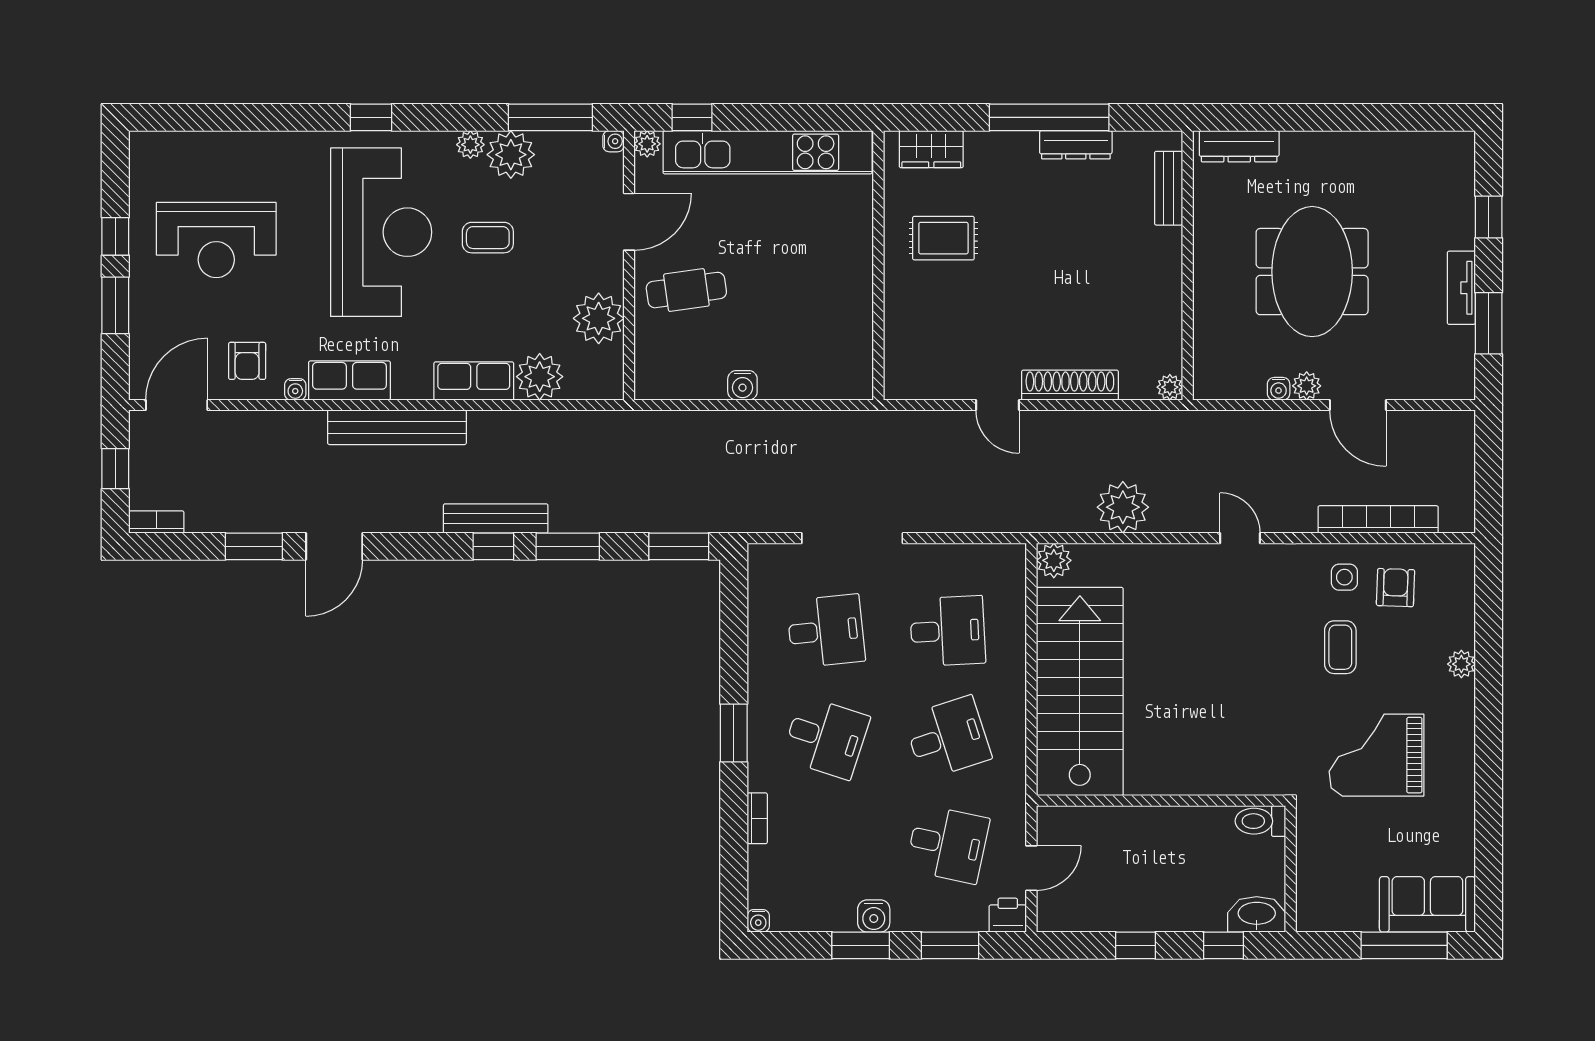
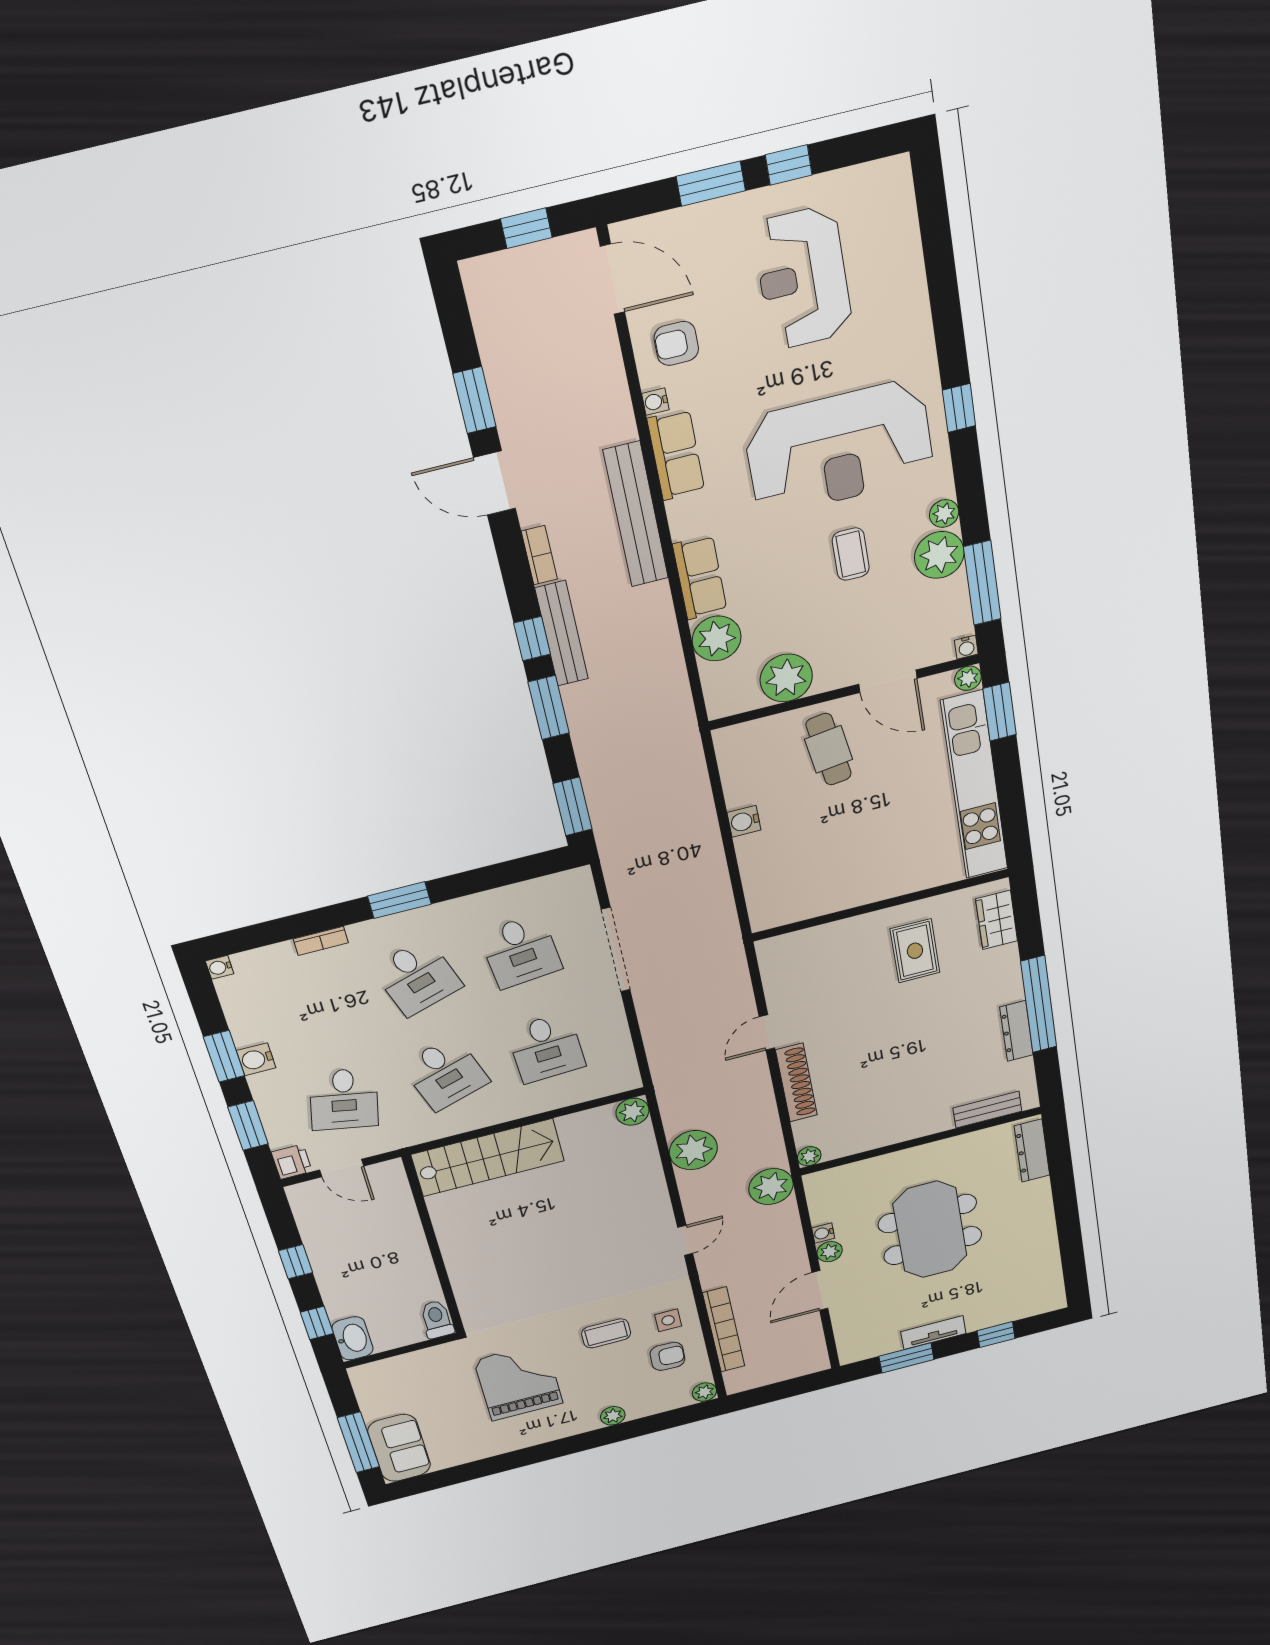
window: (692, 117) -> (1000, 712), width x1.50
meeting table: (1312, 272) -> (930, 1230), turned 90
plant: (1197, 434) -> (771, 1187), added
bookcase: (156, 522) -> (539, 555), moved
plant: (1461, 557) -> (704, 1392), added
stairs: (1080, 692) -> (488, 1158), width x0.73, depth x0.66
desk: (826, 738) -> (417, 977), turned -36

